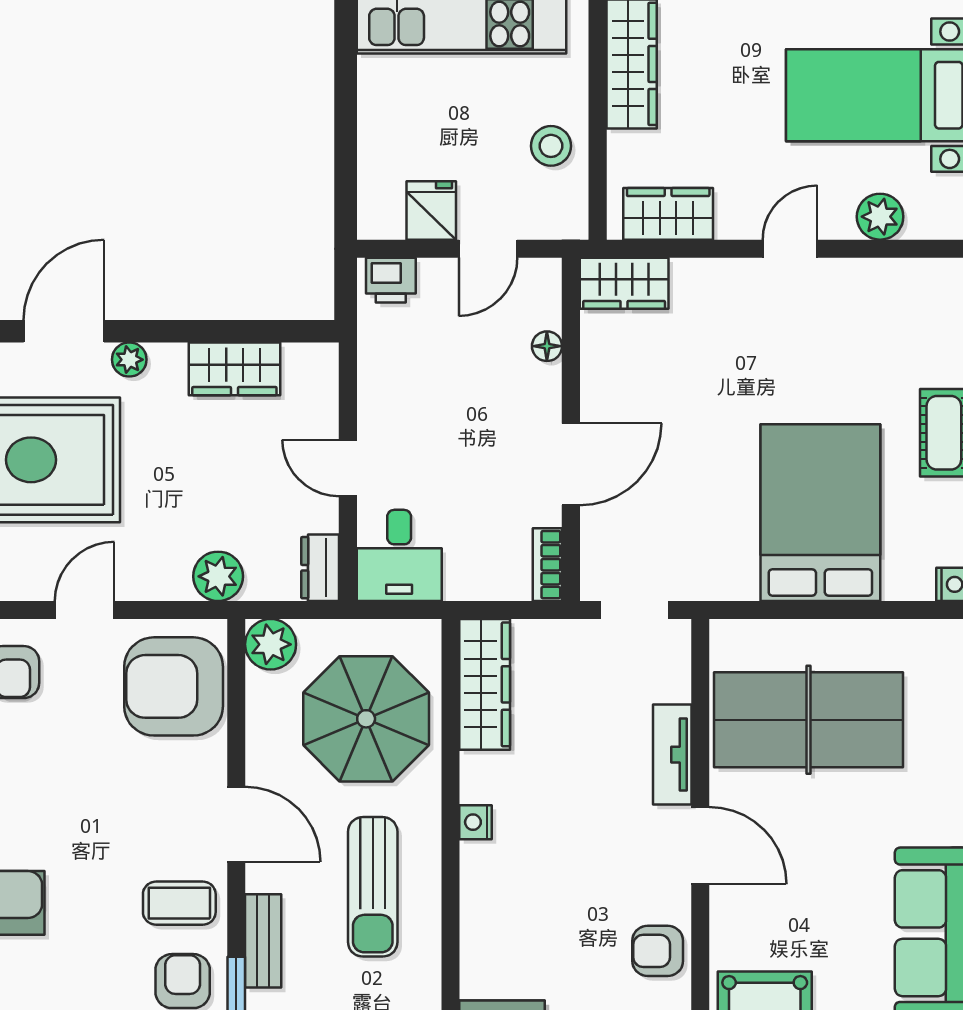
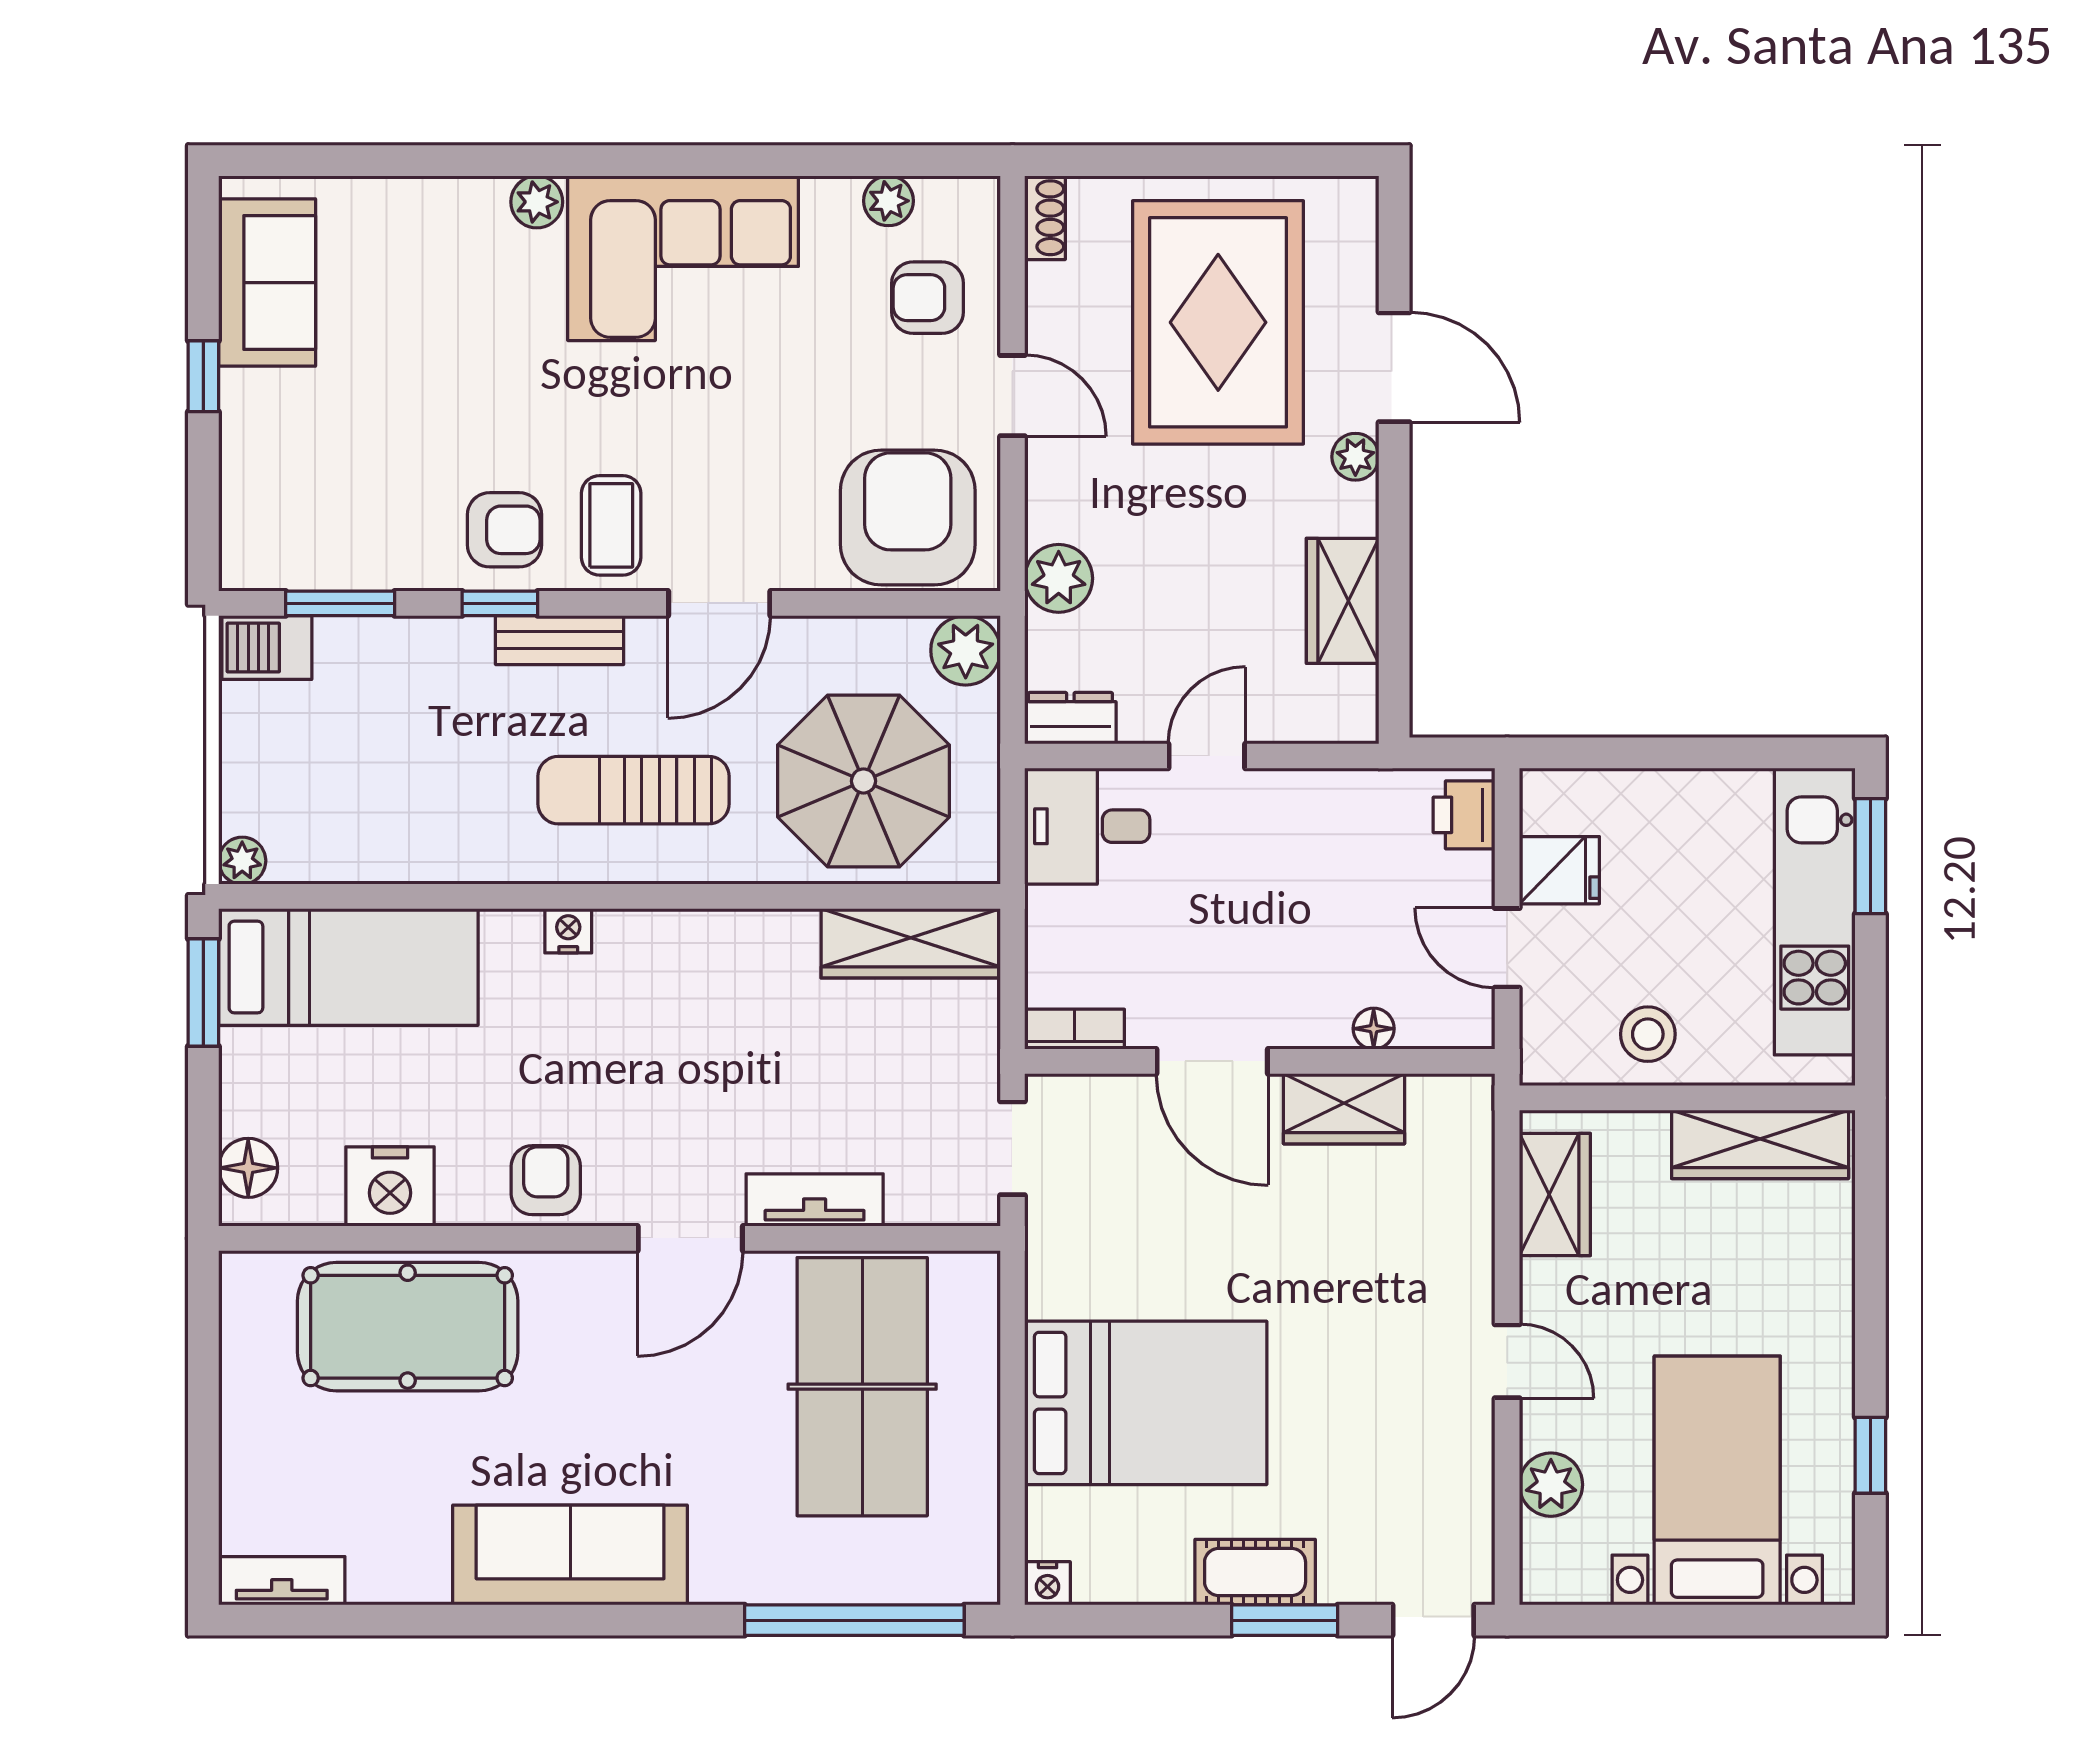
wardrobe: (624, 283) -> (1344, 1109), moved, turned -90
nightstand: (476, 822) -> (568, 931), moved

